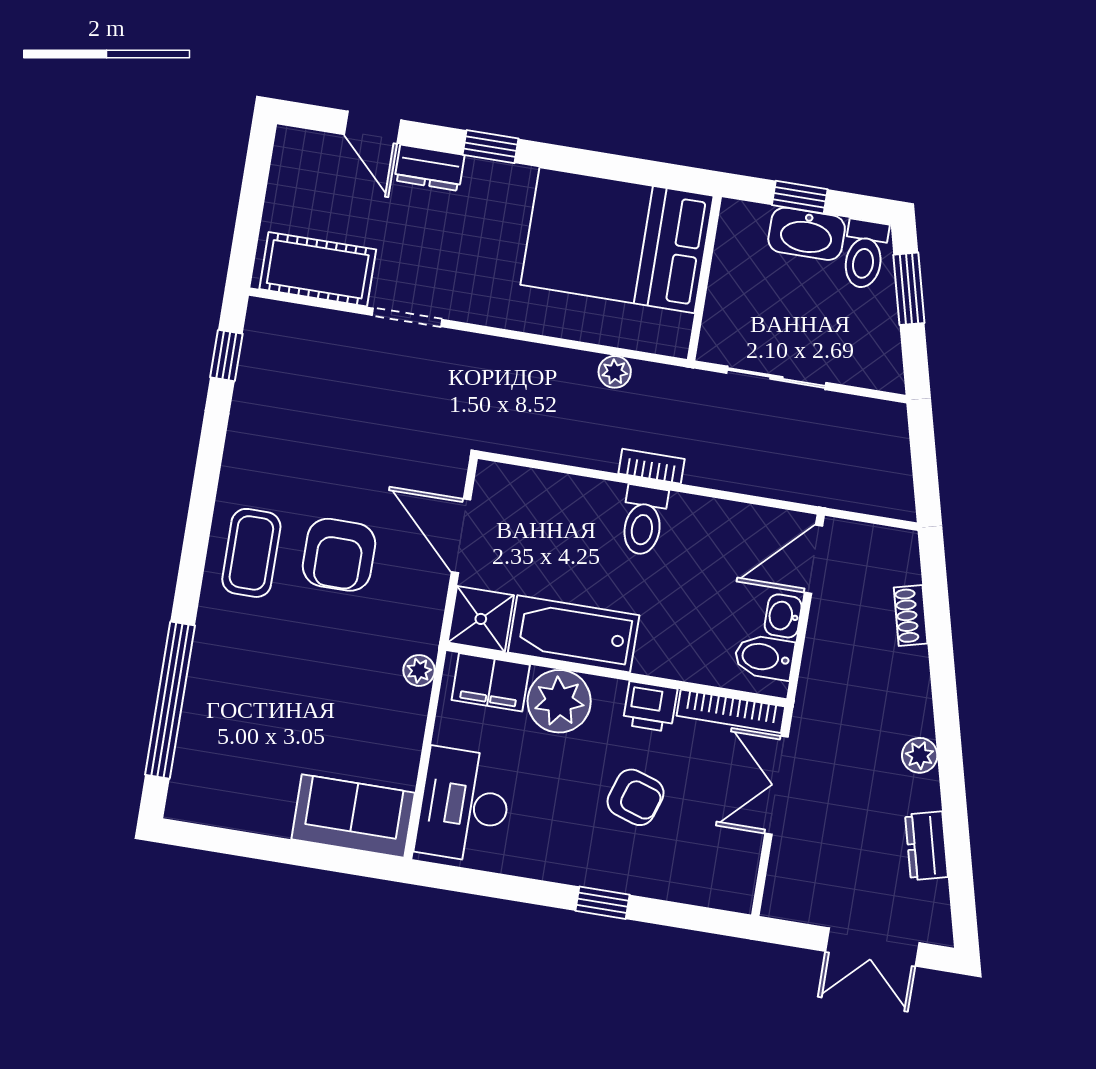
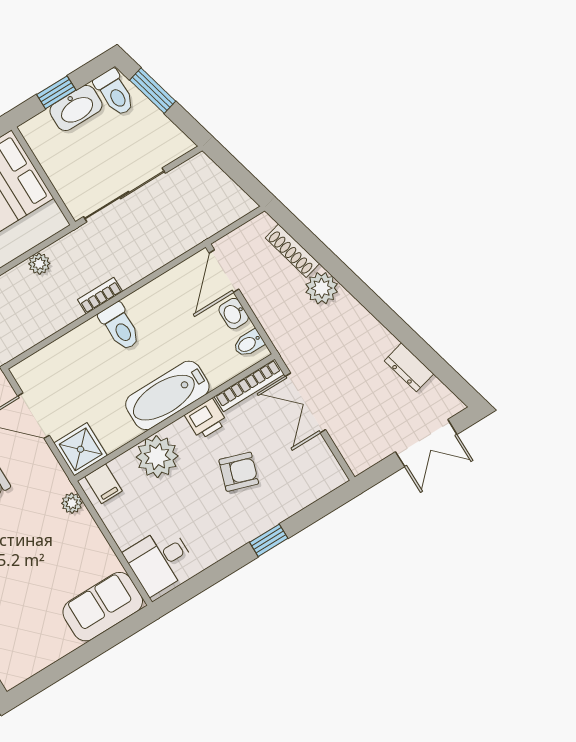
sliding door: (776, 378) -> (125, 195), width x1.37
shoe rack: (911, 615) -> (292, 251), width x1.43
bathtub: (574, 634) -> (167, 395), moved
bidet: (764, 657) -> (249, 343), width x0.72, depth x0.74
filing cabinet: (491, 682) -> (103, 484), width x0.50
plant: (920, 755) -> (322, 288), moved, width x1.38, depth x1.38
desk: (464, 805) -> (160, 560), width x0.73

